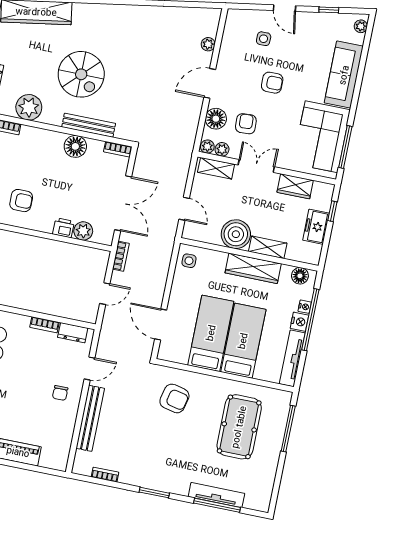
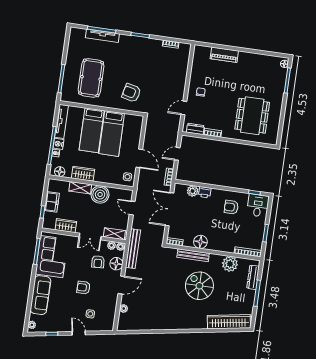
wardrobe: (253, 268) -> (83, 174), width x0.67
door: (161, 324) -> (139, 158), moved
bench: (90, 418) -> (133, 249), moved

